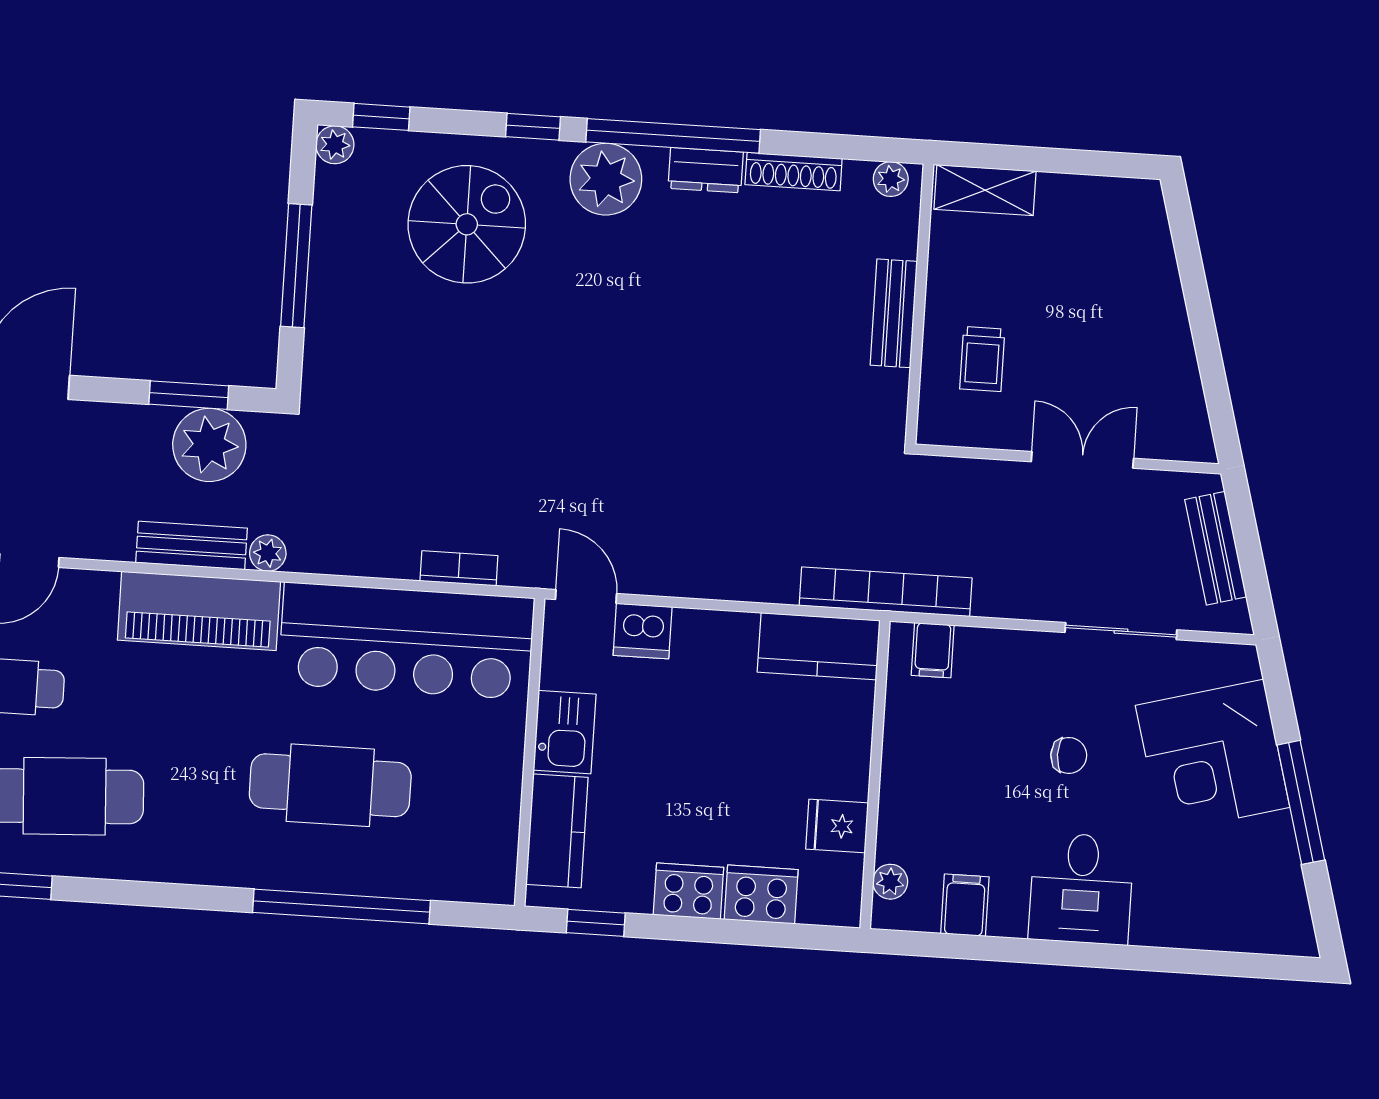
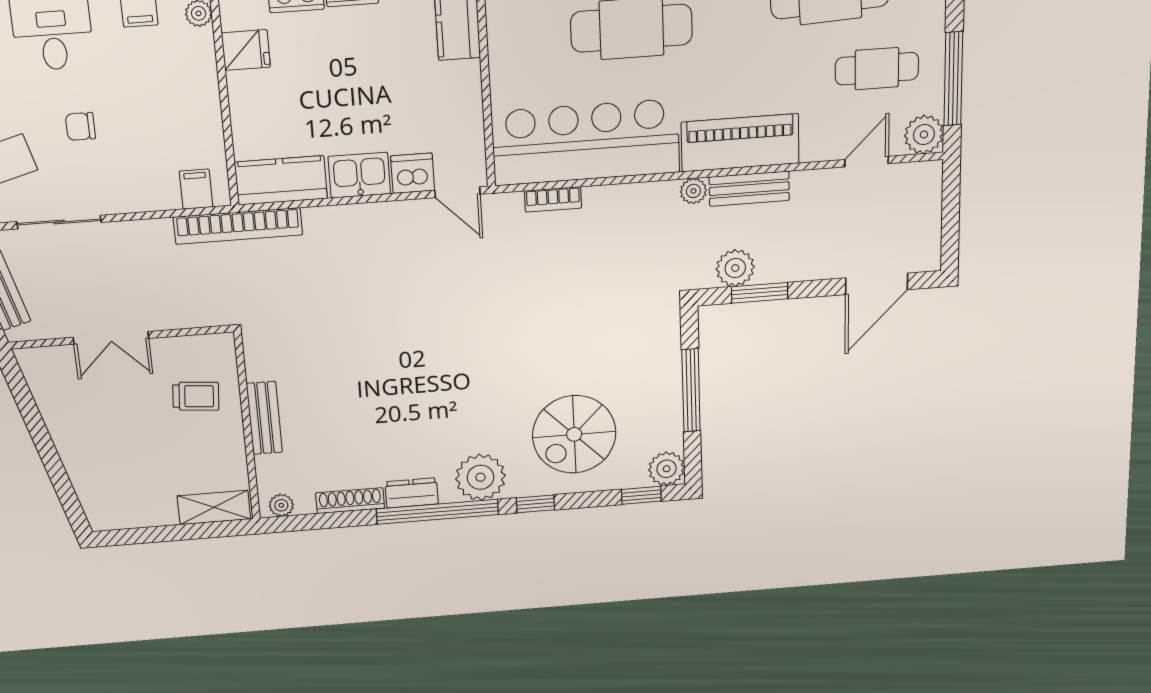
plant: (335, 145) -> (667, 469), width x1.38, depth x1.38
trolley: (982, 359) -> (196, 396), turned 95
plant: (209, 445) -> (735, 268), width x0.73, depth x0.73
kitchen sink: (565, 732) -> (359, 175), moved, turned 90

